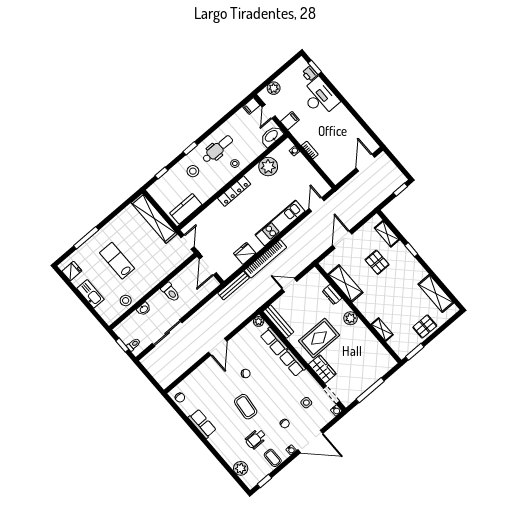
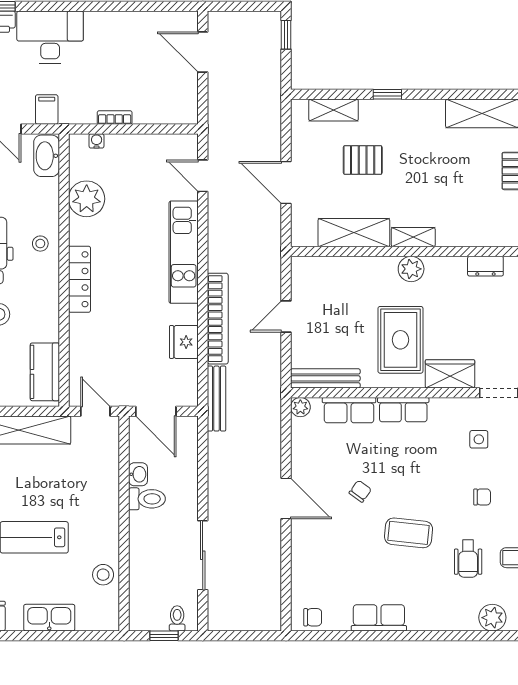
dresser: (332, 295) -> (485, 266), moved
washbasin: (144, 309) -> (138, 474), moved
shelving: (382, 330) -> (413, 237), moved

